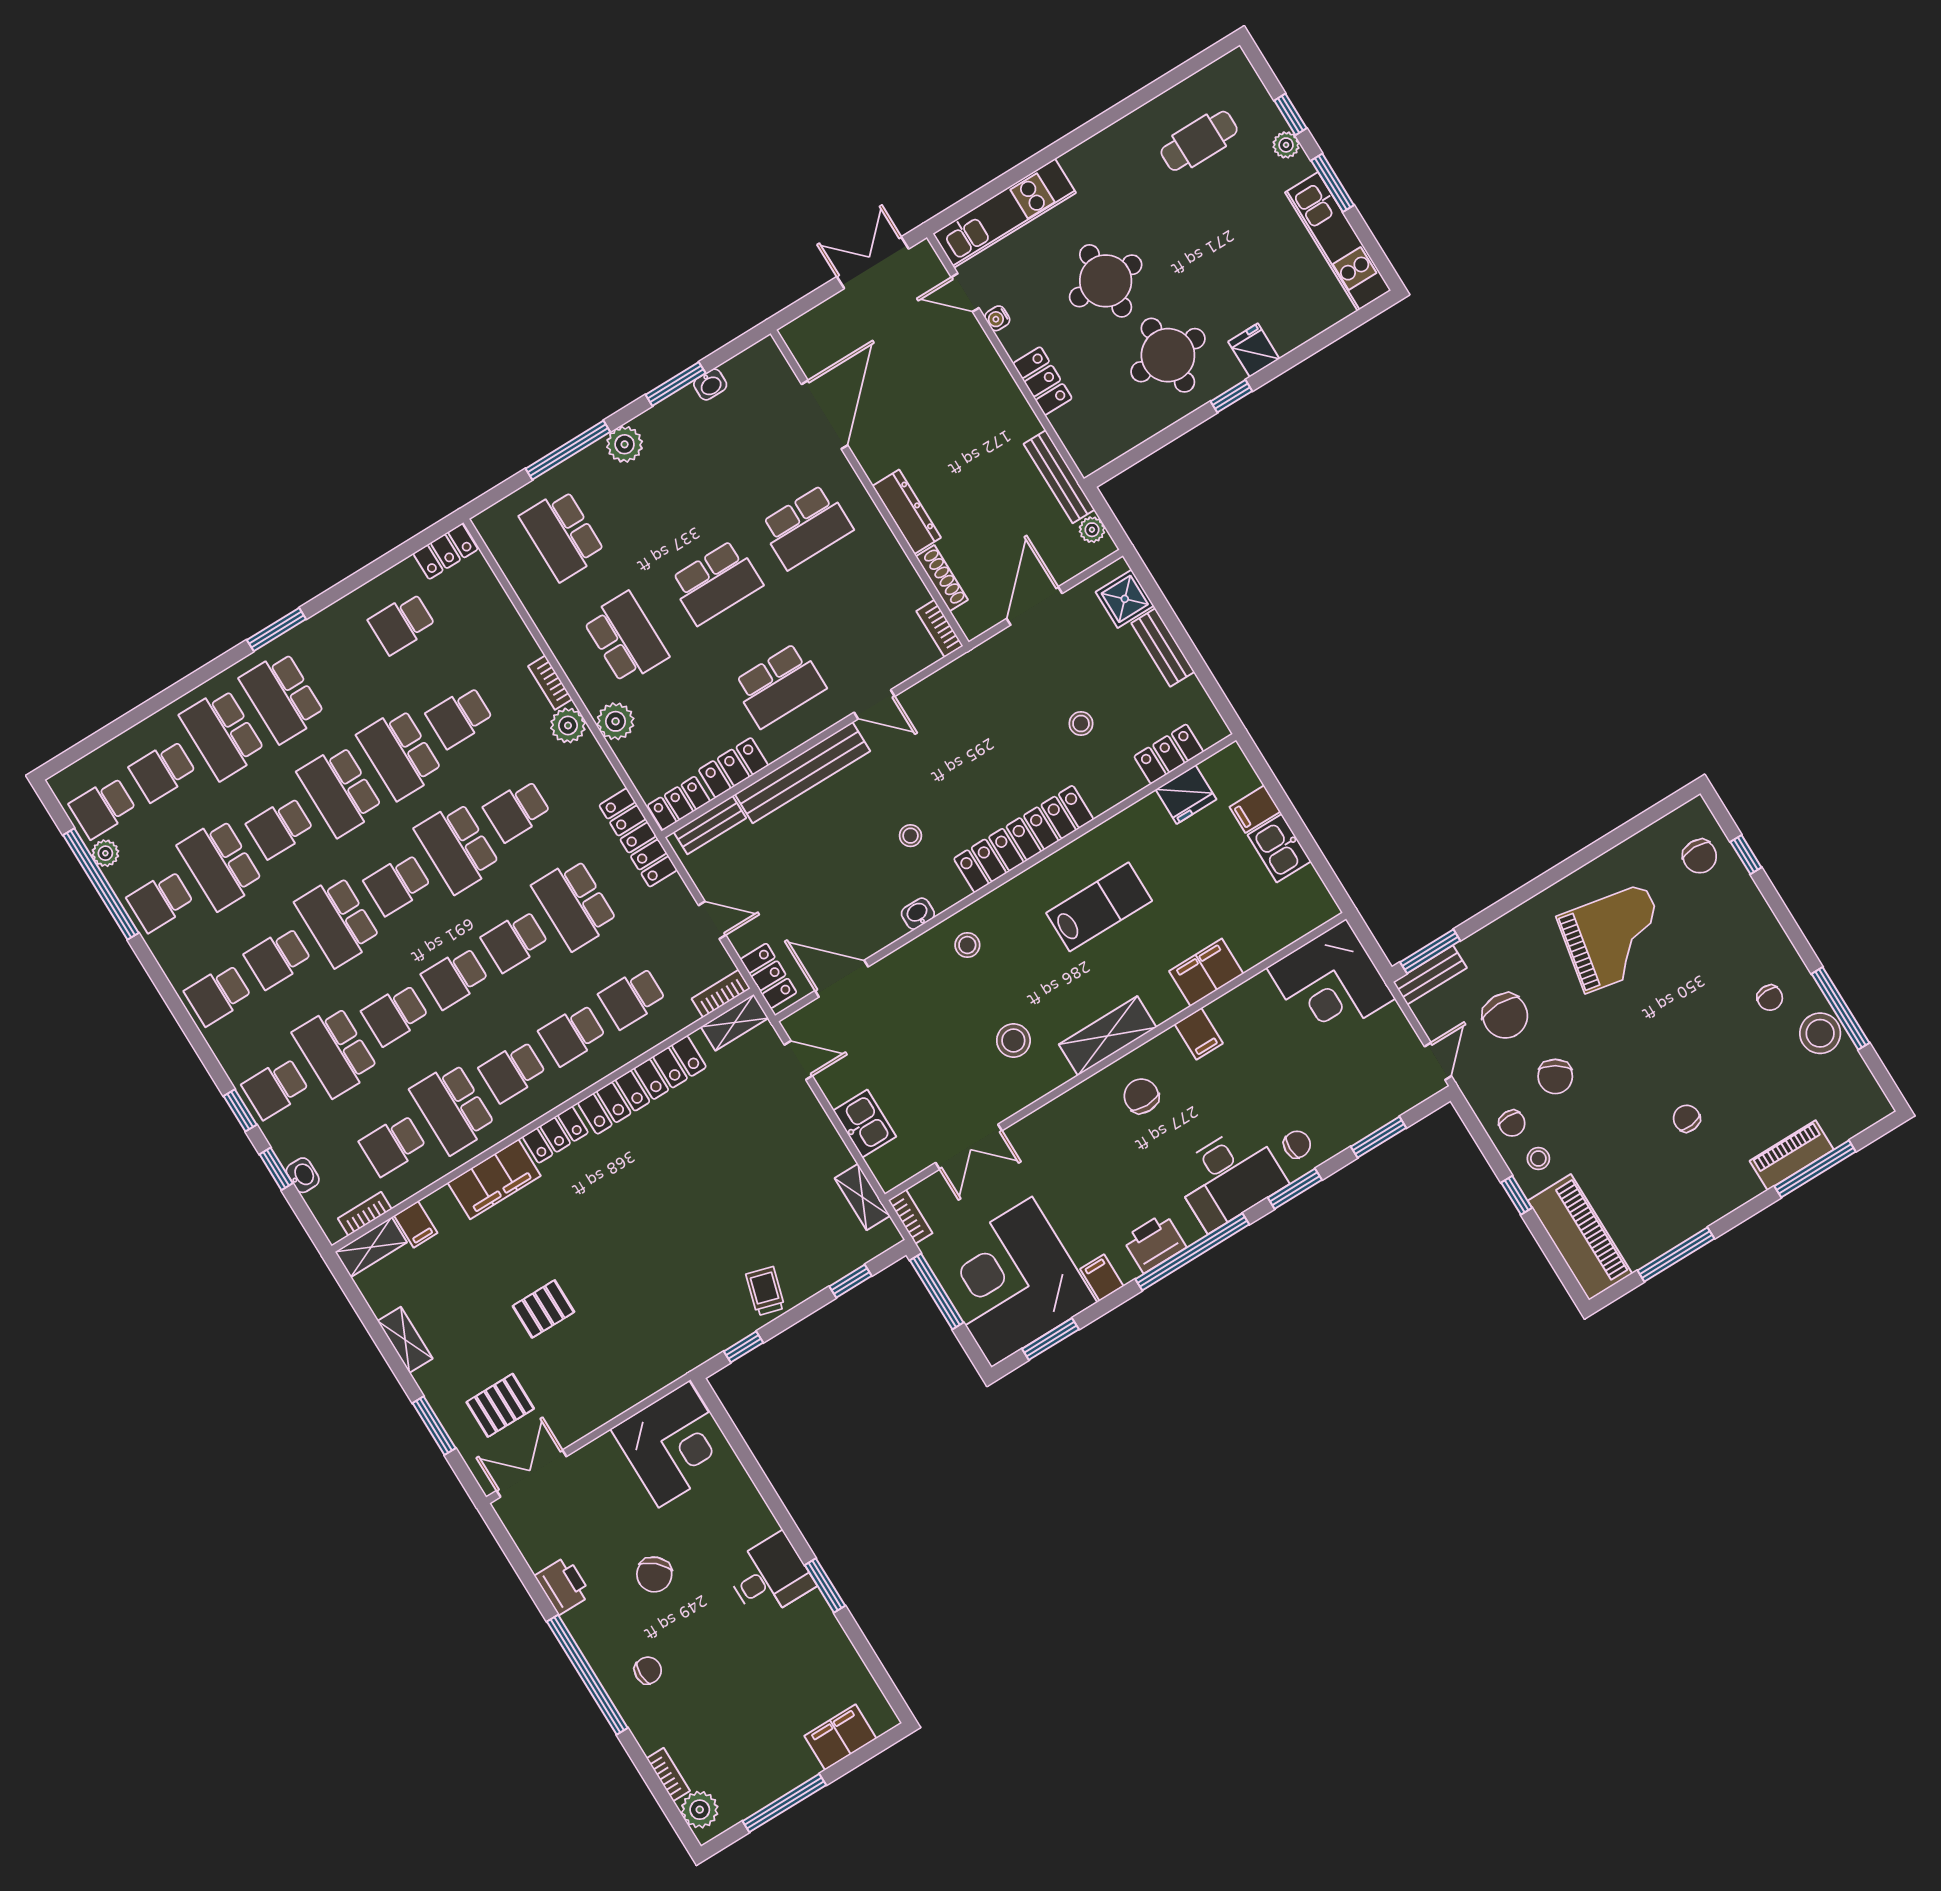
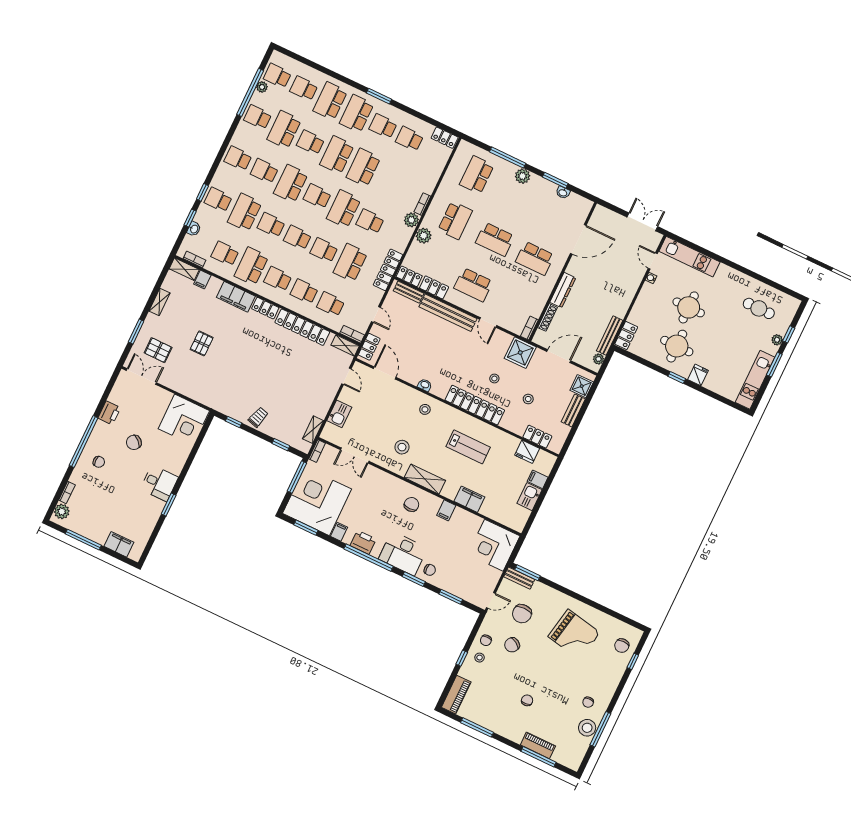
locker: (1043, 381) -> (626, 335), moved
shower: (977, 679) -> (520, 353), added
school desk: (460, 717) -> (383, 126), moved
stool: (910, 836) -> (494, 378), moved
piano: (1580, 1237) -> (456, 695), width x0.73, depth x0.75
pallet: (543, 1309) -> (202, 343), turned 90

